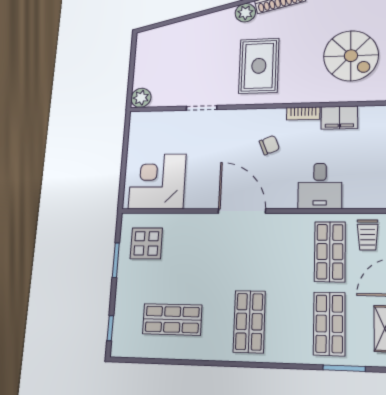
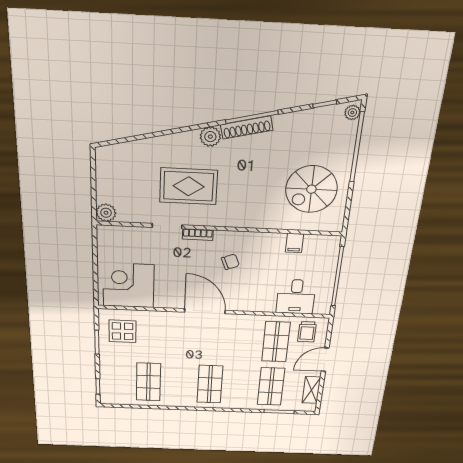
spiral stairs: (351, 56) -> (311, 189), turned 90
rug: (259, 66) -> (189, 186), moved, turned 90
bookcase: (303, 113) -> (198, 234), moved
filing cabinet: (339, 118) -> (294, 243), width x0.50
desk: (320, 186) -> (296, 297), moved
shop shelf: (172, 319) -> (148, 382), turned 90

